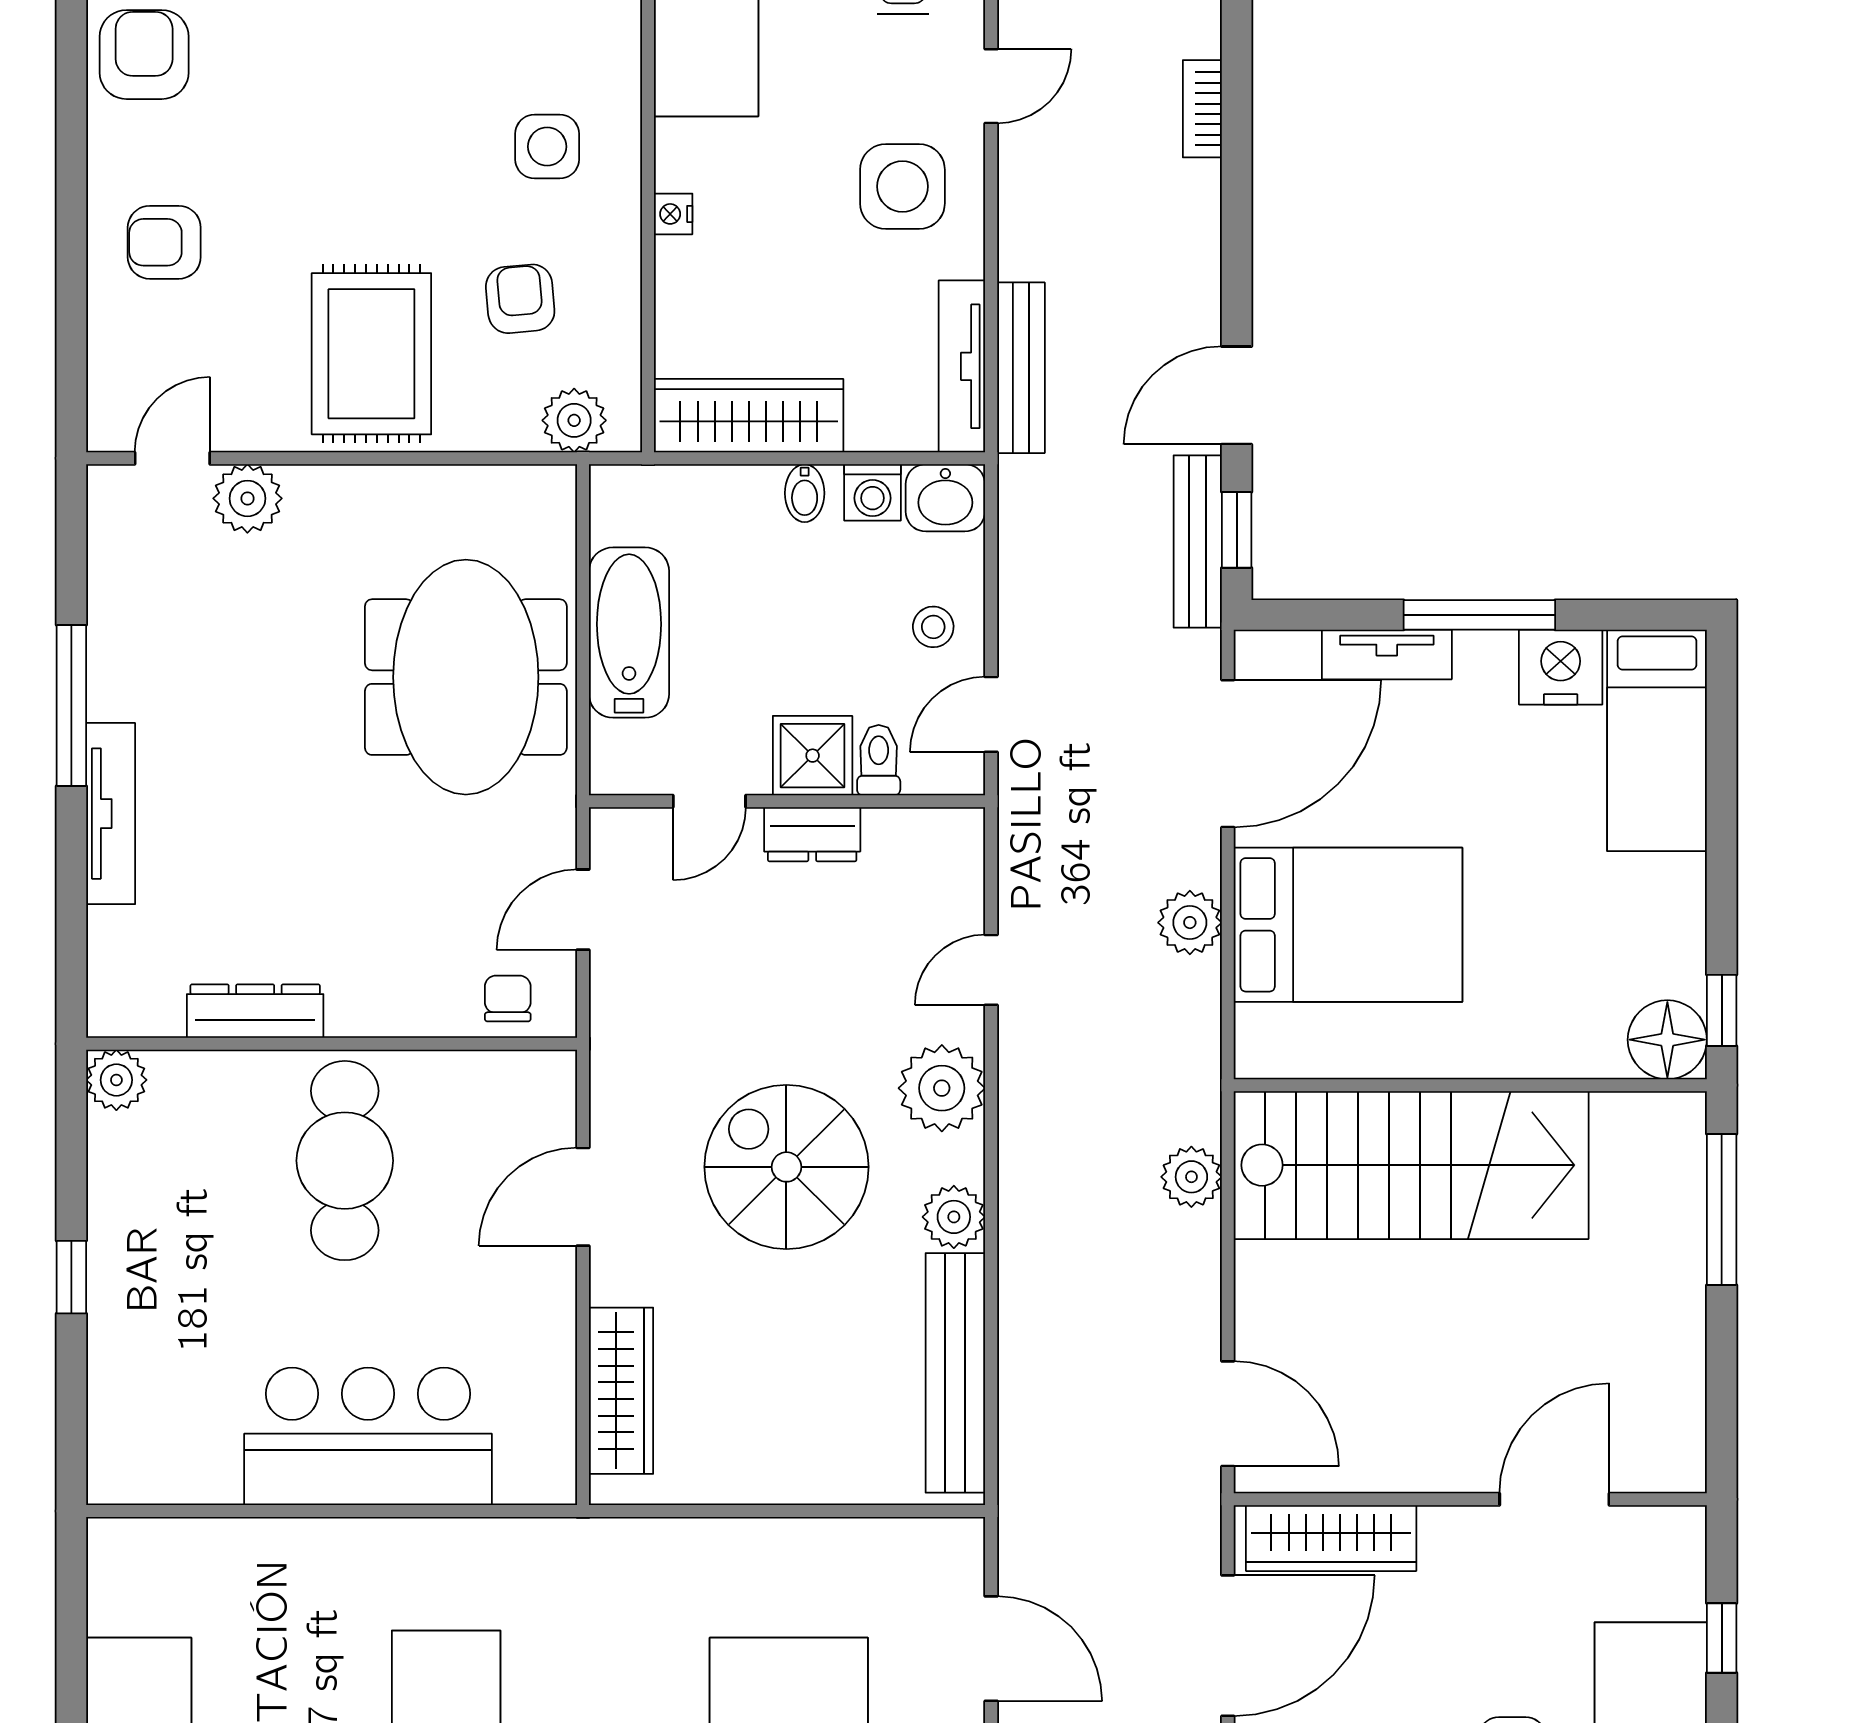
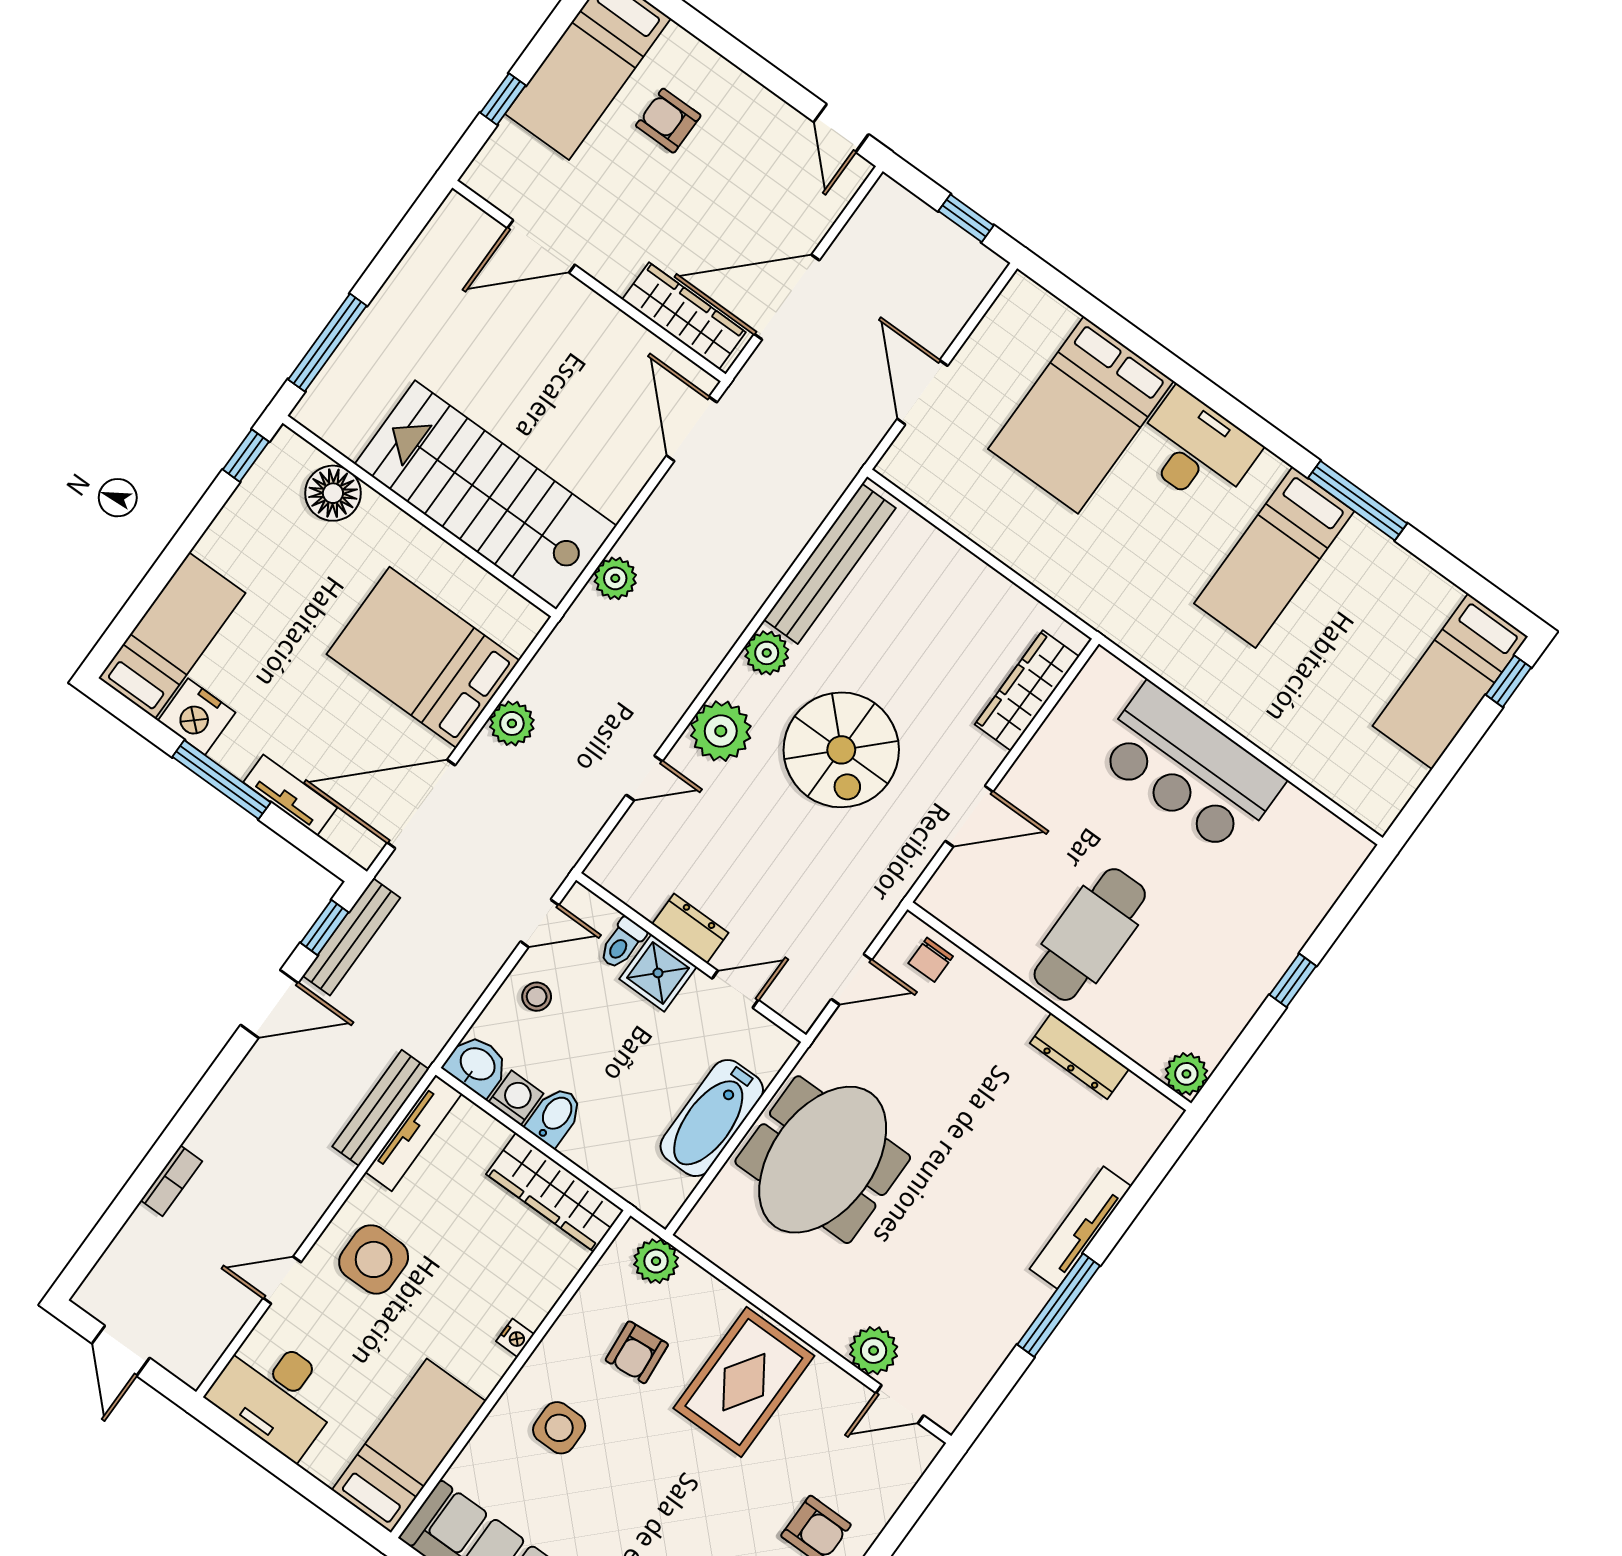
bidet: (805, 493) -> (555, 1116), width x1.38, depth x1.36
floor lamp: (1667, 1040) -> (333, 493), moved

